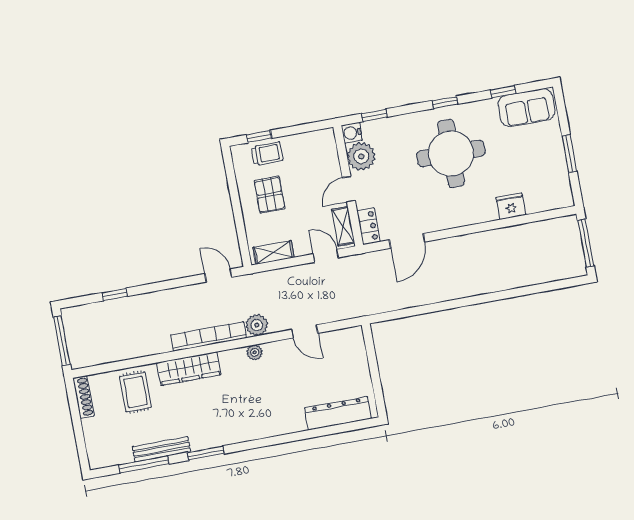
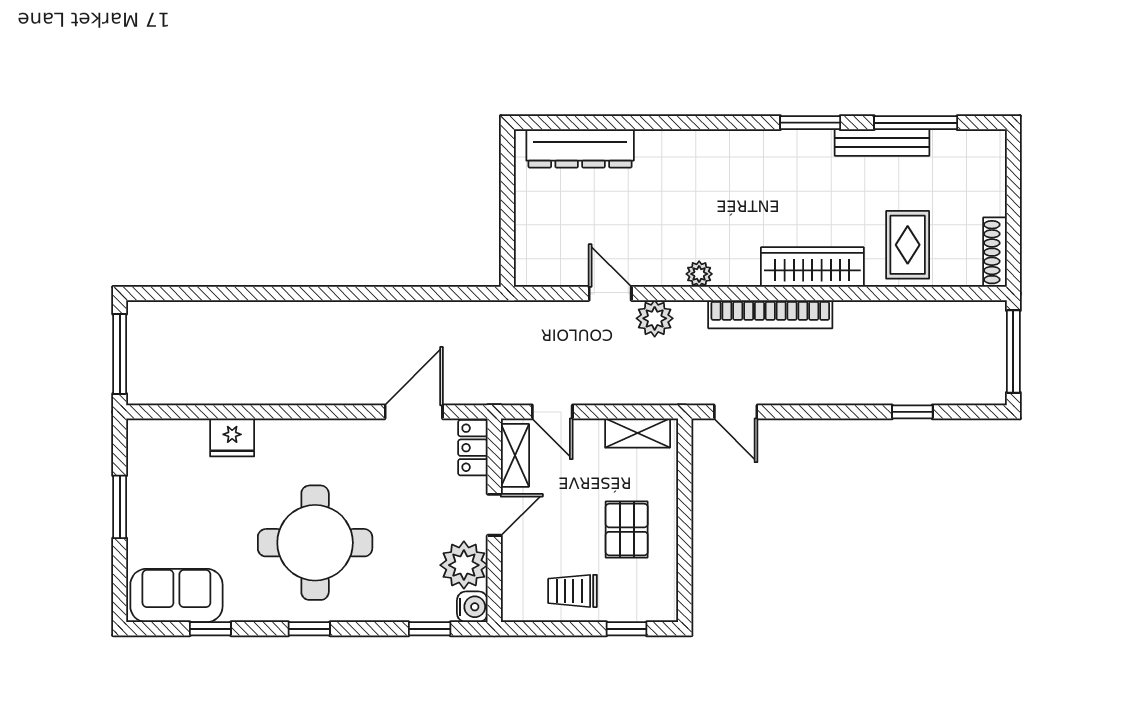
trolley: (267, 154) -> (573, 591), moved
plant: (257, 325) -> (655, 318), moved

